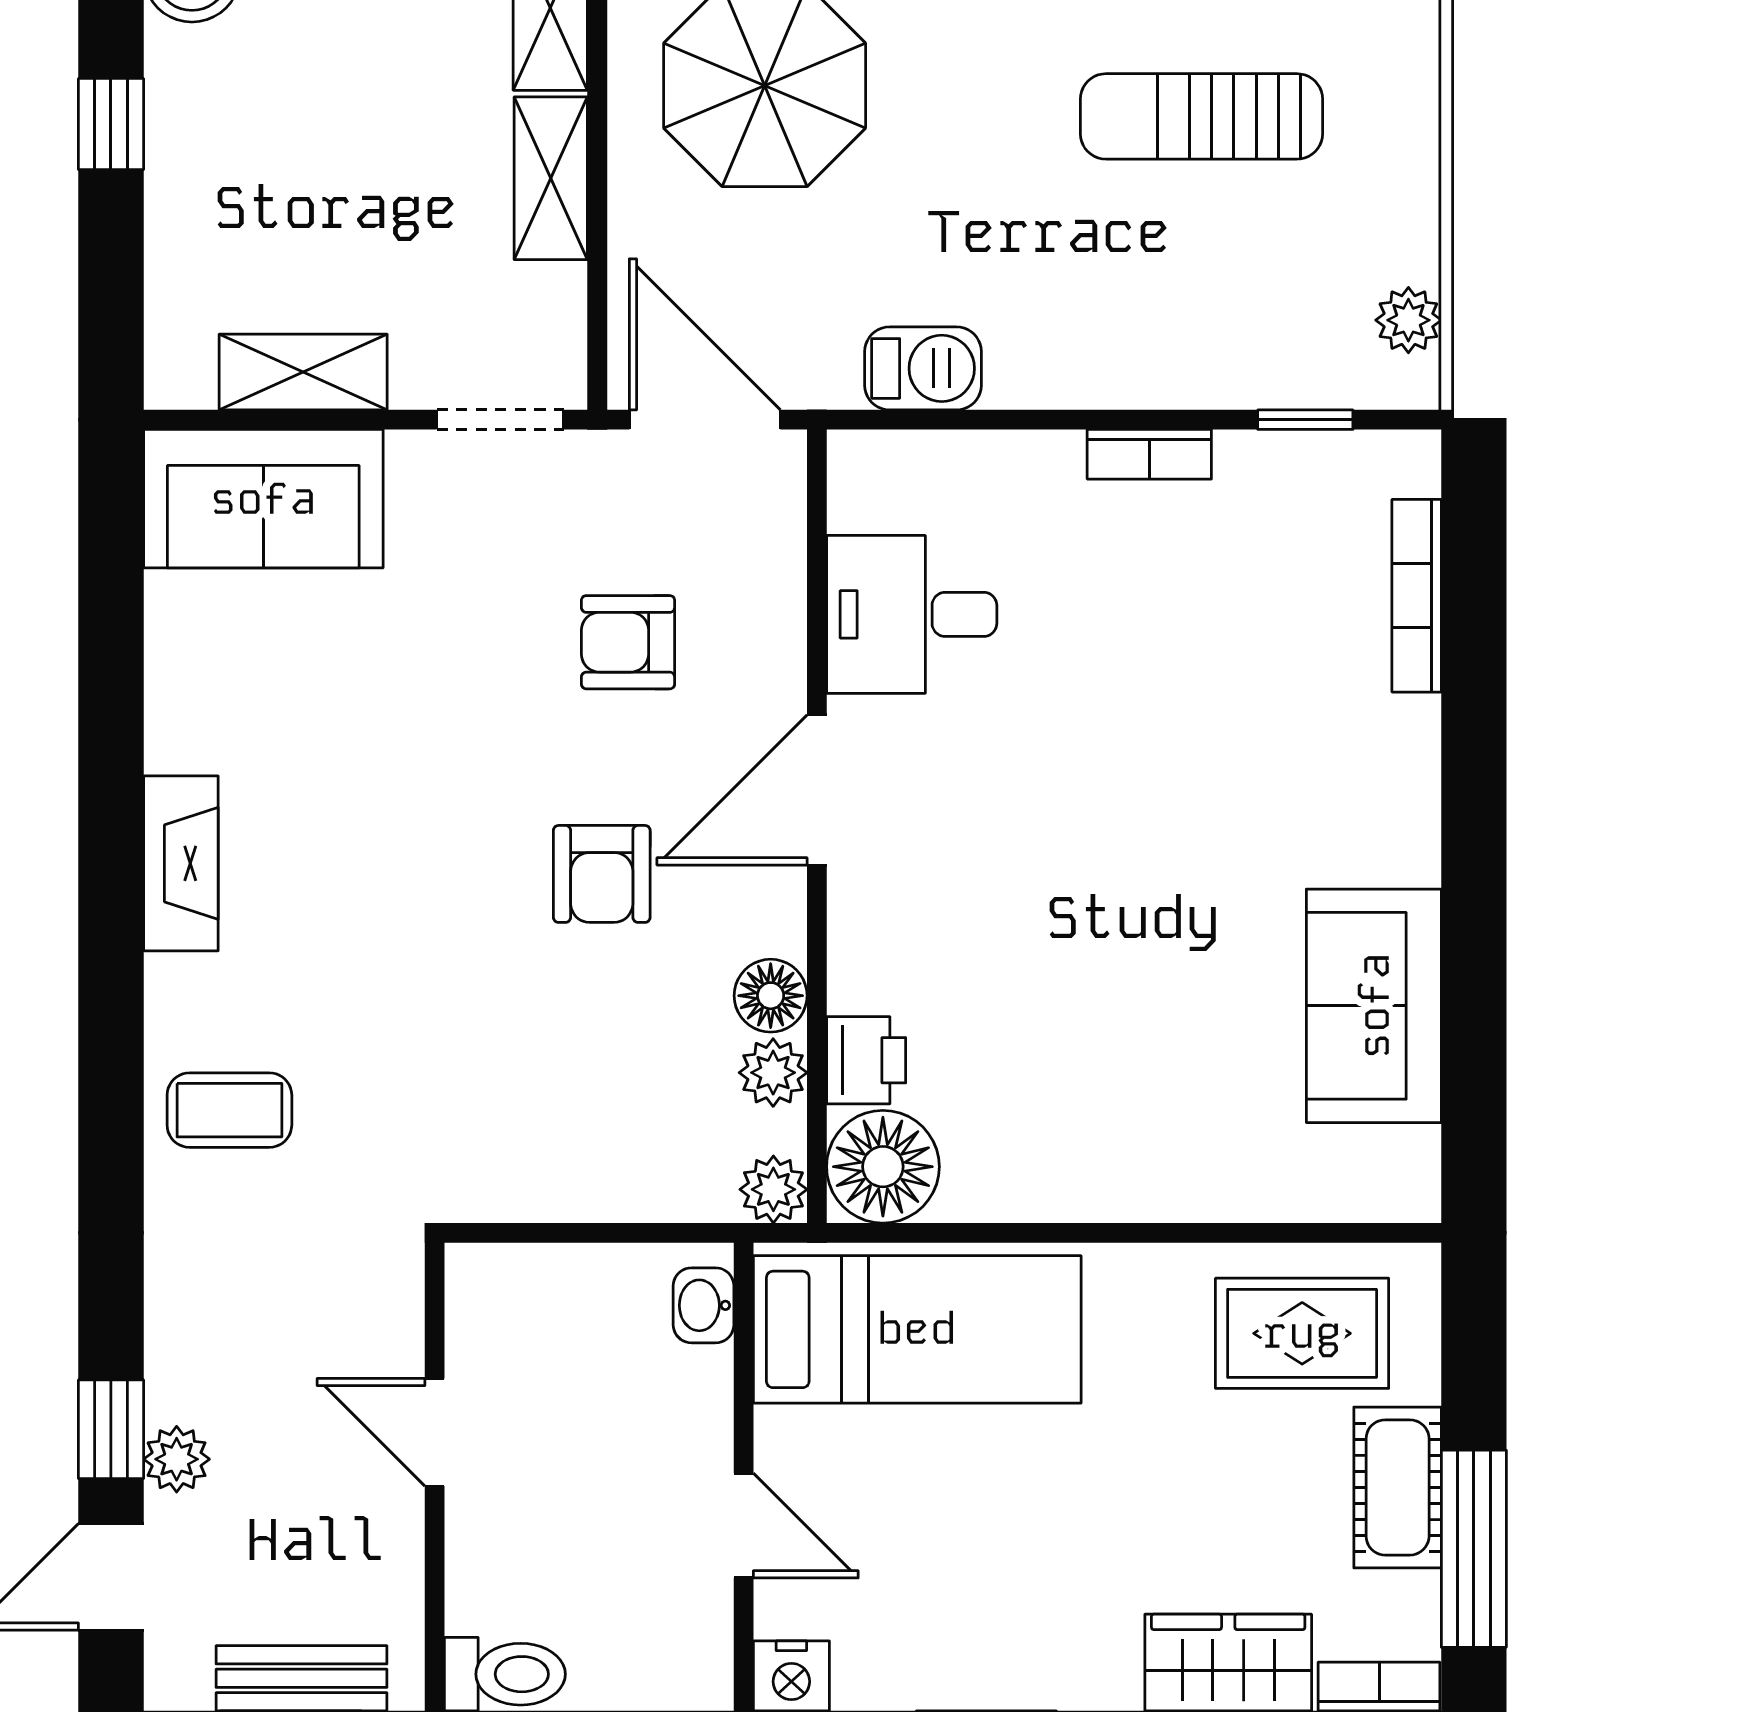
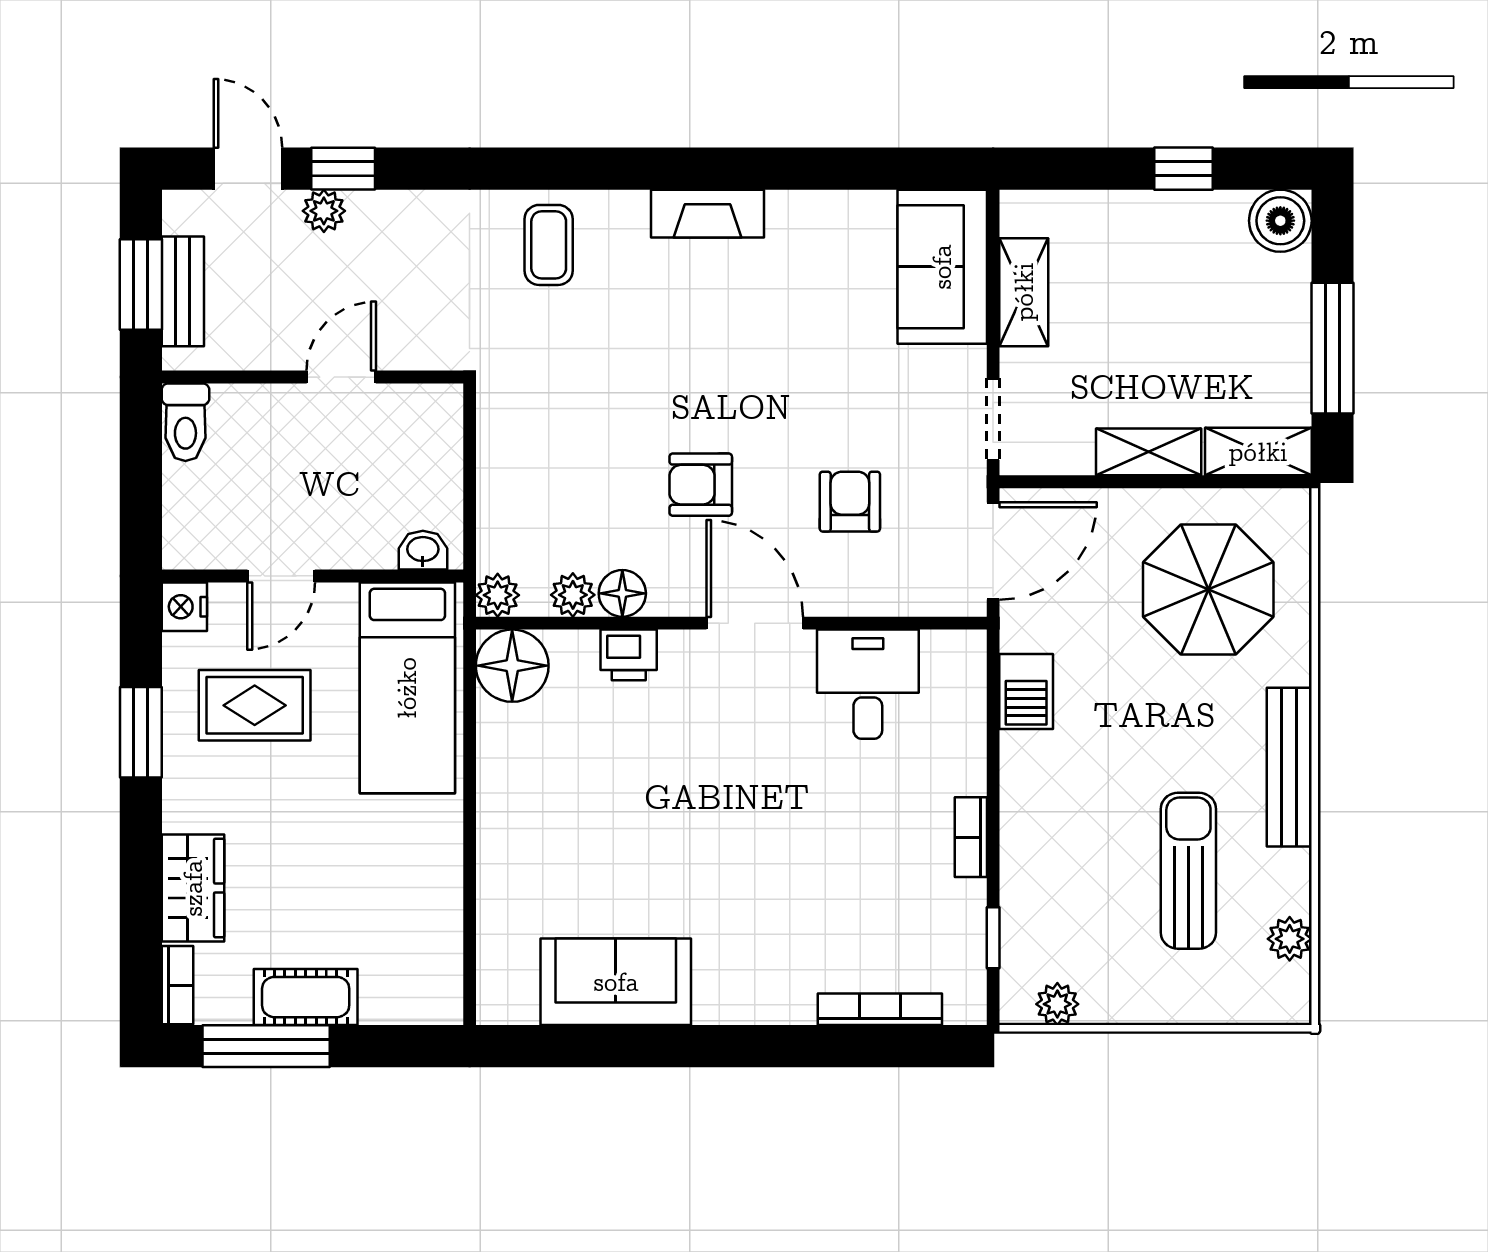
printer: (866, 1060) -> (629, 655), moved
rug: (1302, 1333) -> (255, 705), moved, turned 90

